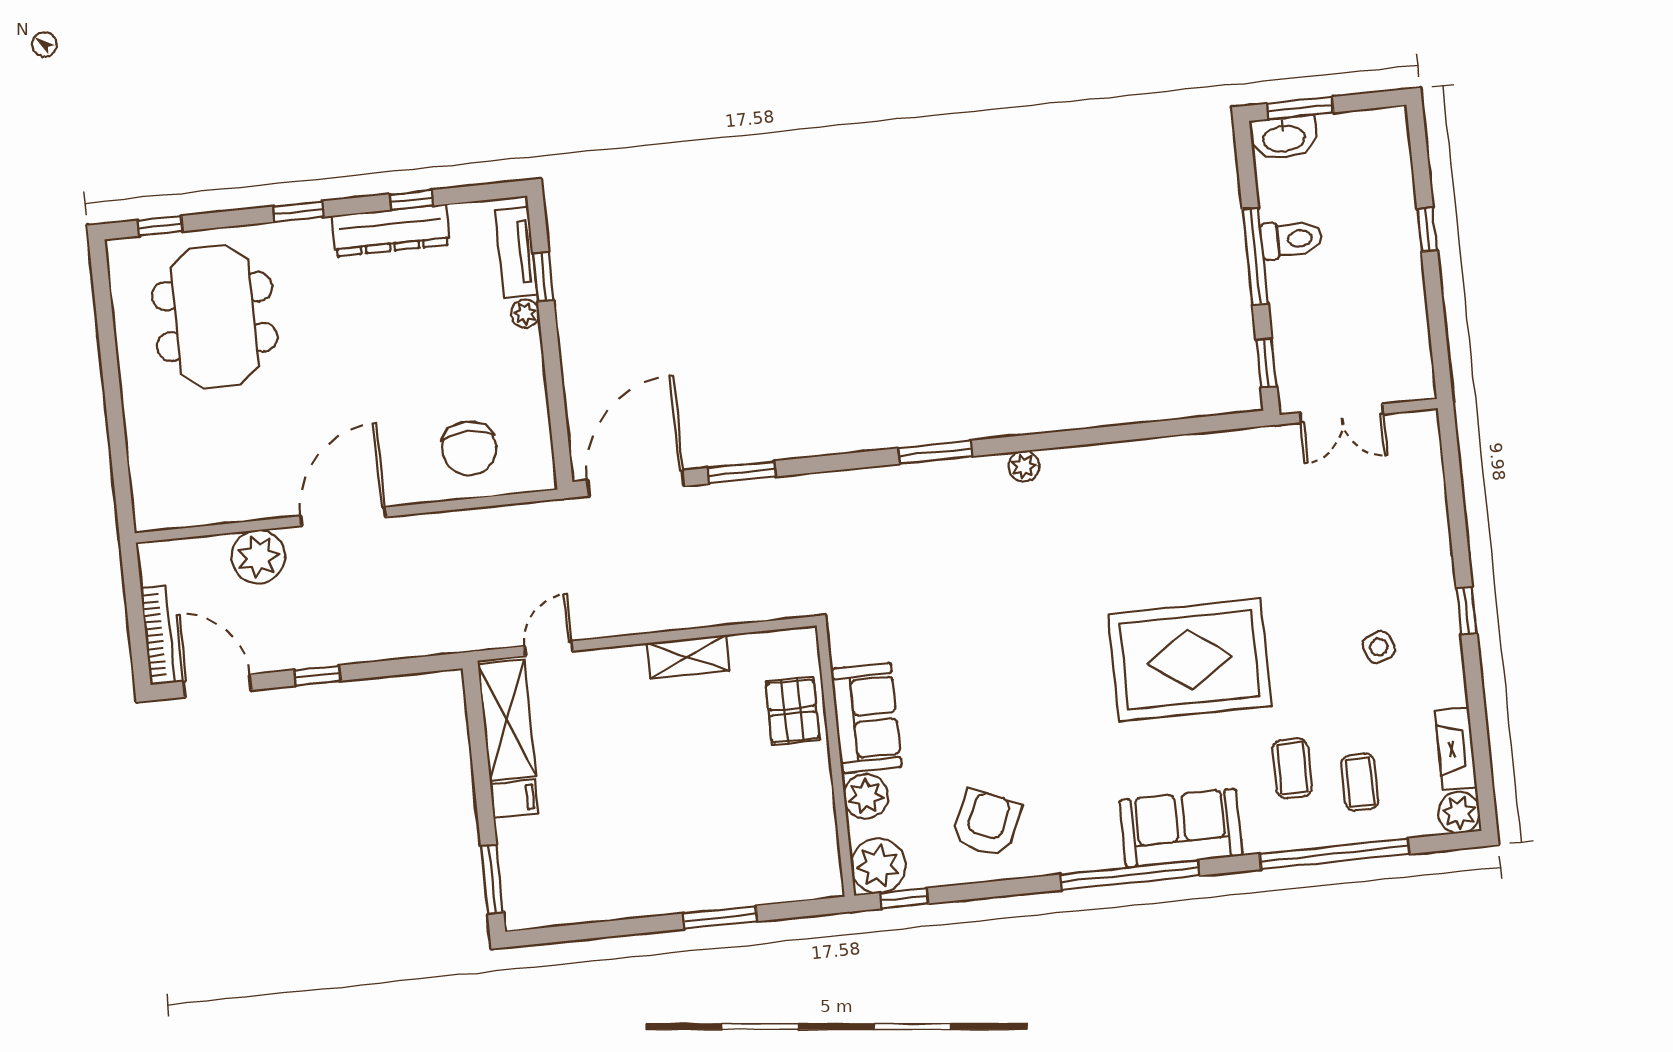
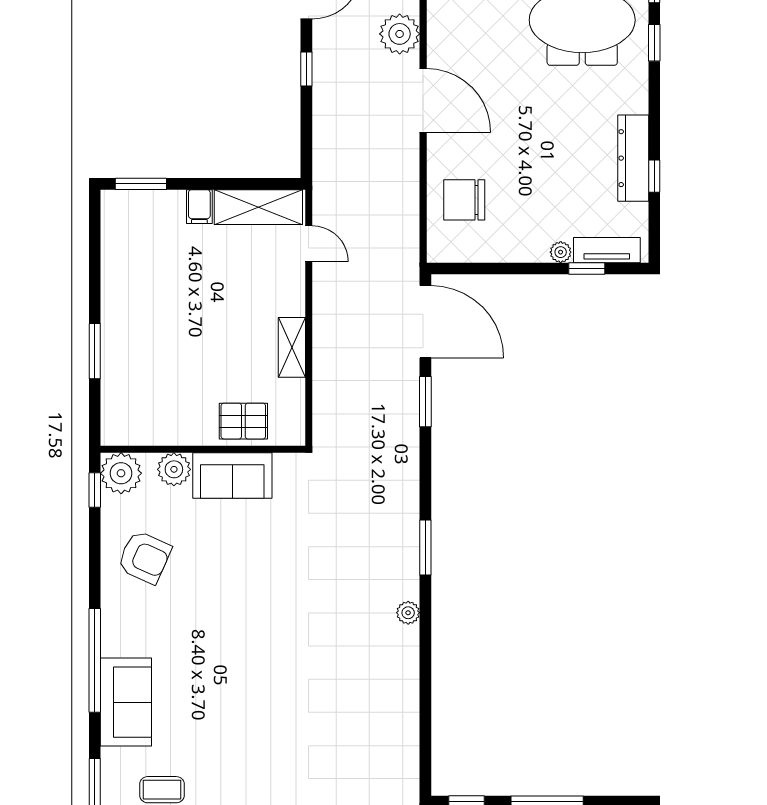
window: (298, 212) -> (654, 43), moved
rug: (1190, 660) -> (251, 722), removed

